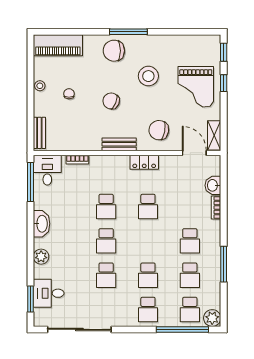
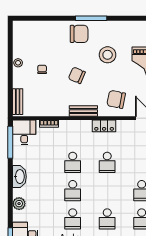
piano: (58, 45) -> (33, 29), removed
chair: (114, 51) -> (79, 34), turned 180

